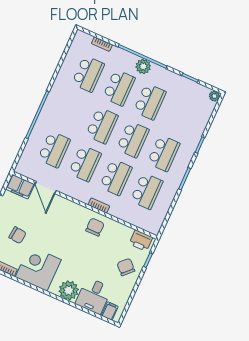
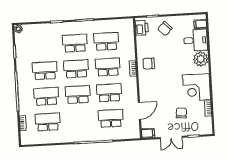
plant: (143, 66) -> (23, 87), removed
filing cabinet: (20, 187) -> (148, 133), width x0.50

